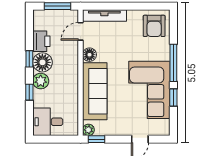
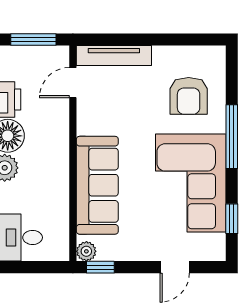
armchair: (154, 26) -> (189, 96), moved
floor lamp: (89, 55) -> (88, 123), removed
window: (173, 98) -> (232, 219), moved

